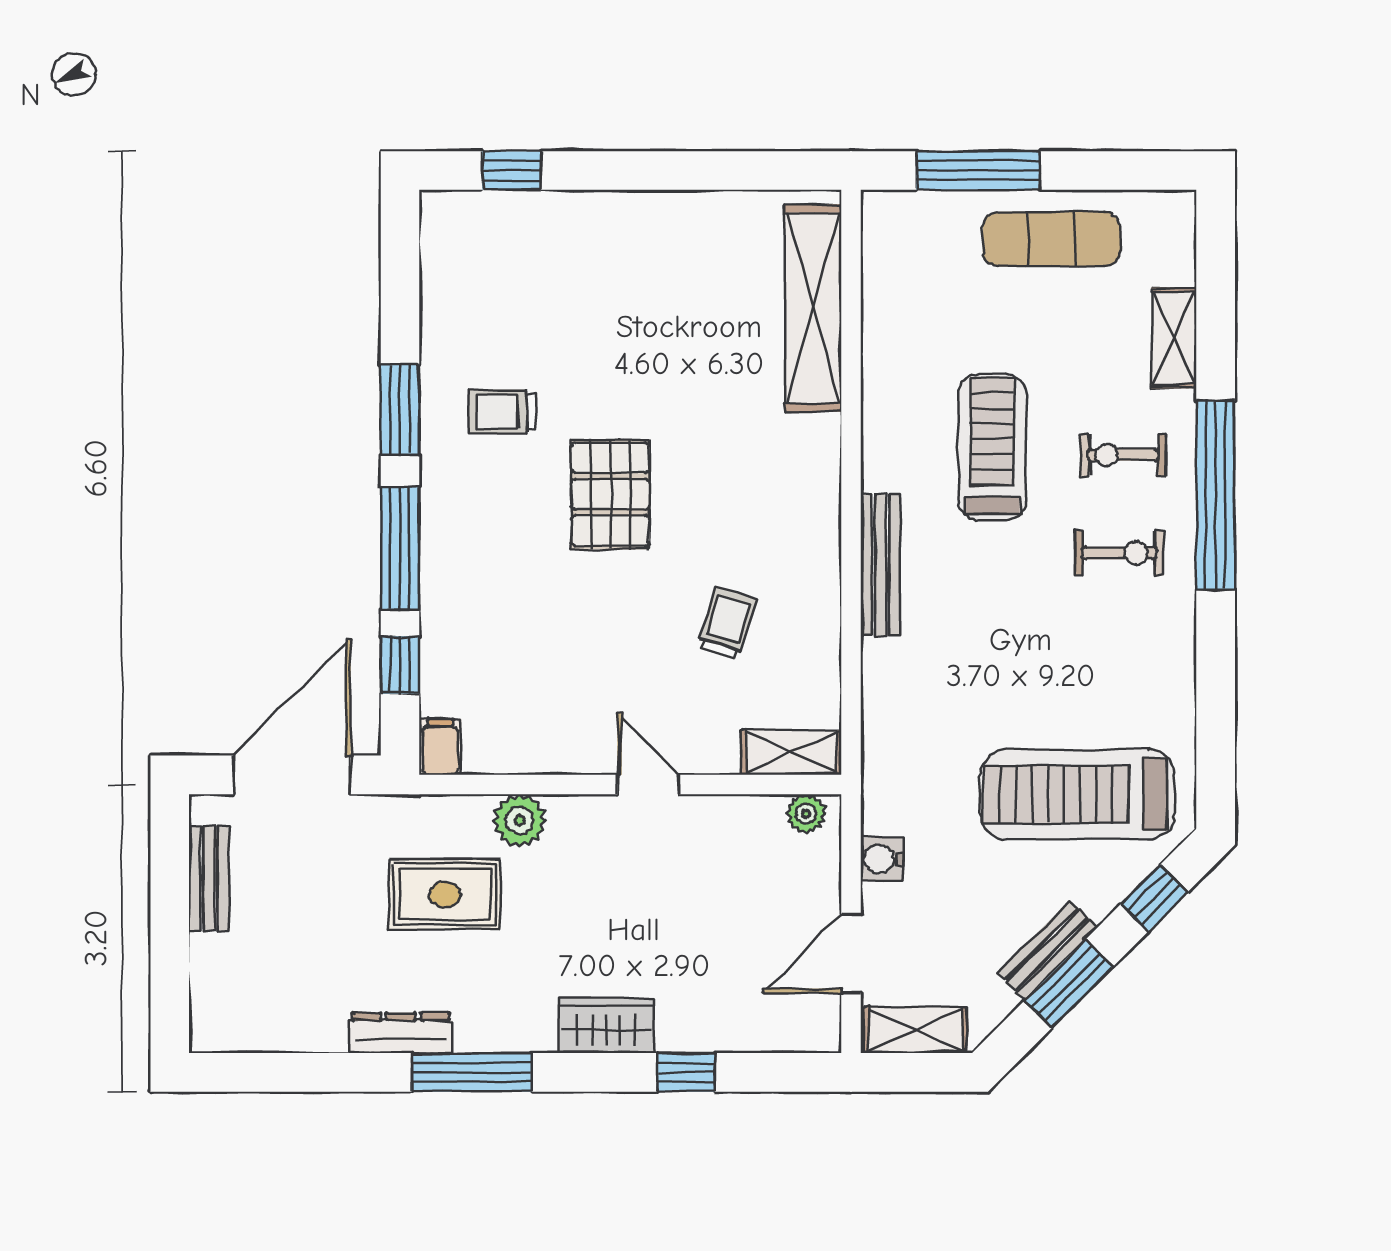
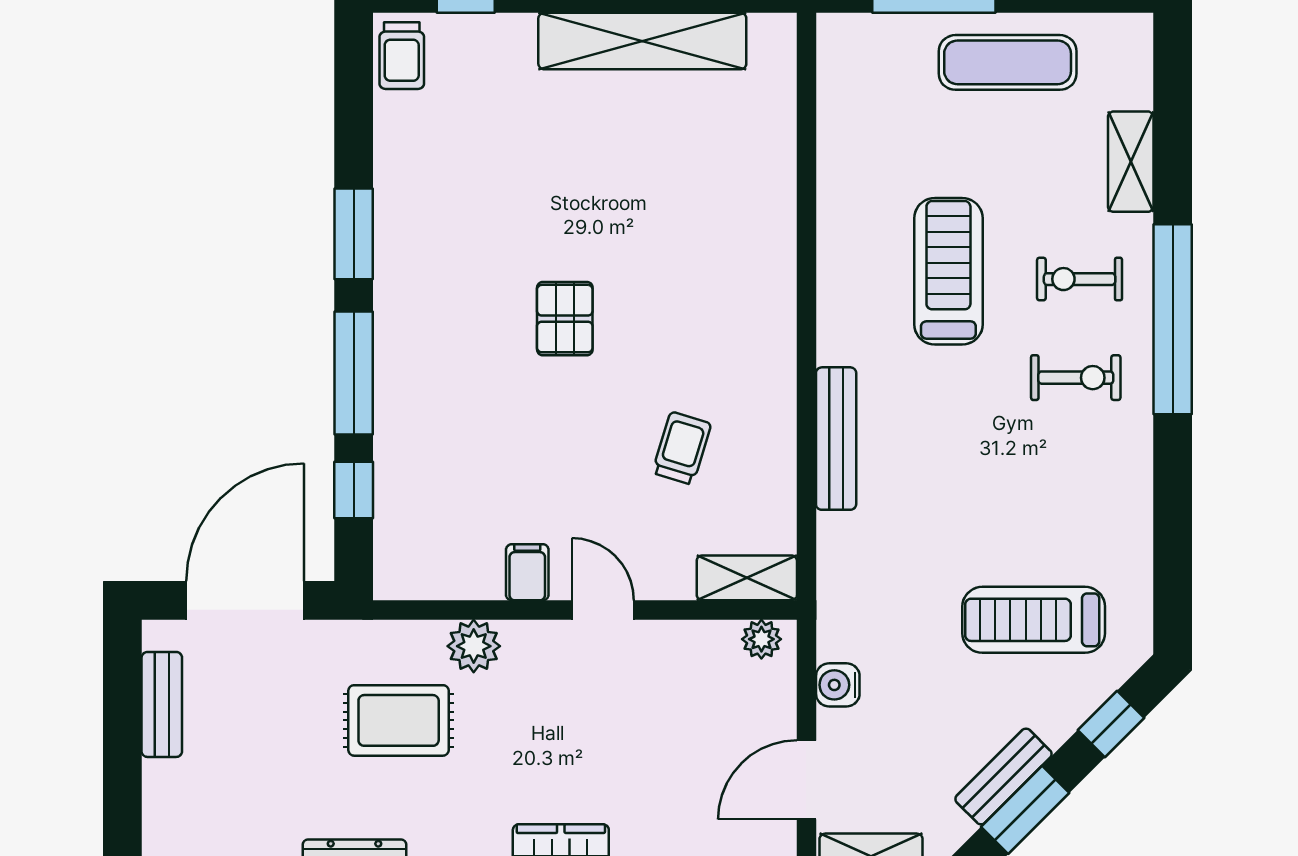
shelving: (813, 308) -> (642, 41), moved, turned 90
trolley: (502, 411) -> (402, 56), moved, turned -90
pallet: (610, 494) -> (565, 319), width x0.67, depth x0.71
bench: (880, 565) -> (836, 439), moved
filing cabinet: (440, 747) -> (527, 572), moved
treadmill: (1077, 794) -> (1034, 620), width x0.73, depth x0.73

